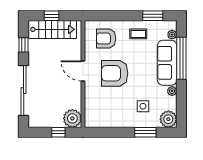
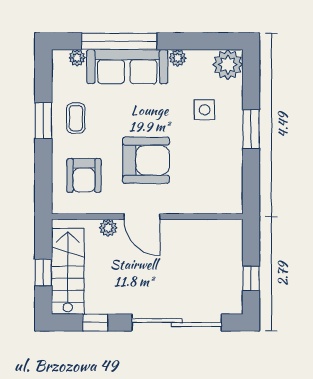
window: (153, 16) -> (43, 121), moved
door: (83, 71) -> (142, 217), hinge flipped
armchair: (115, 73) -> (146, 160), turned -90
plant: (72, 118) -> (108, 228), moved, width x0.53, depth x0.53
window: (58, 132) -> (251, 278), moved
window: (145, 132) -> (251, 129), moved

